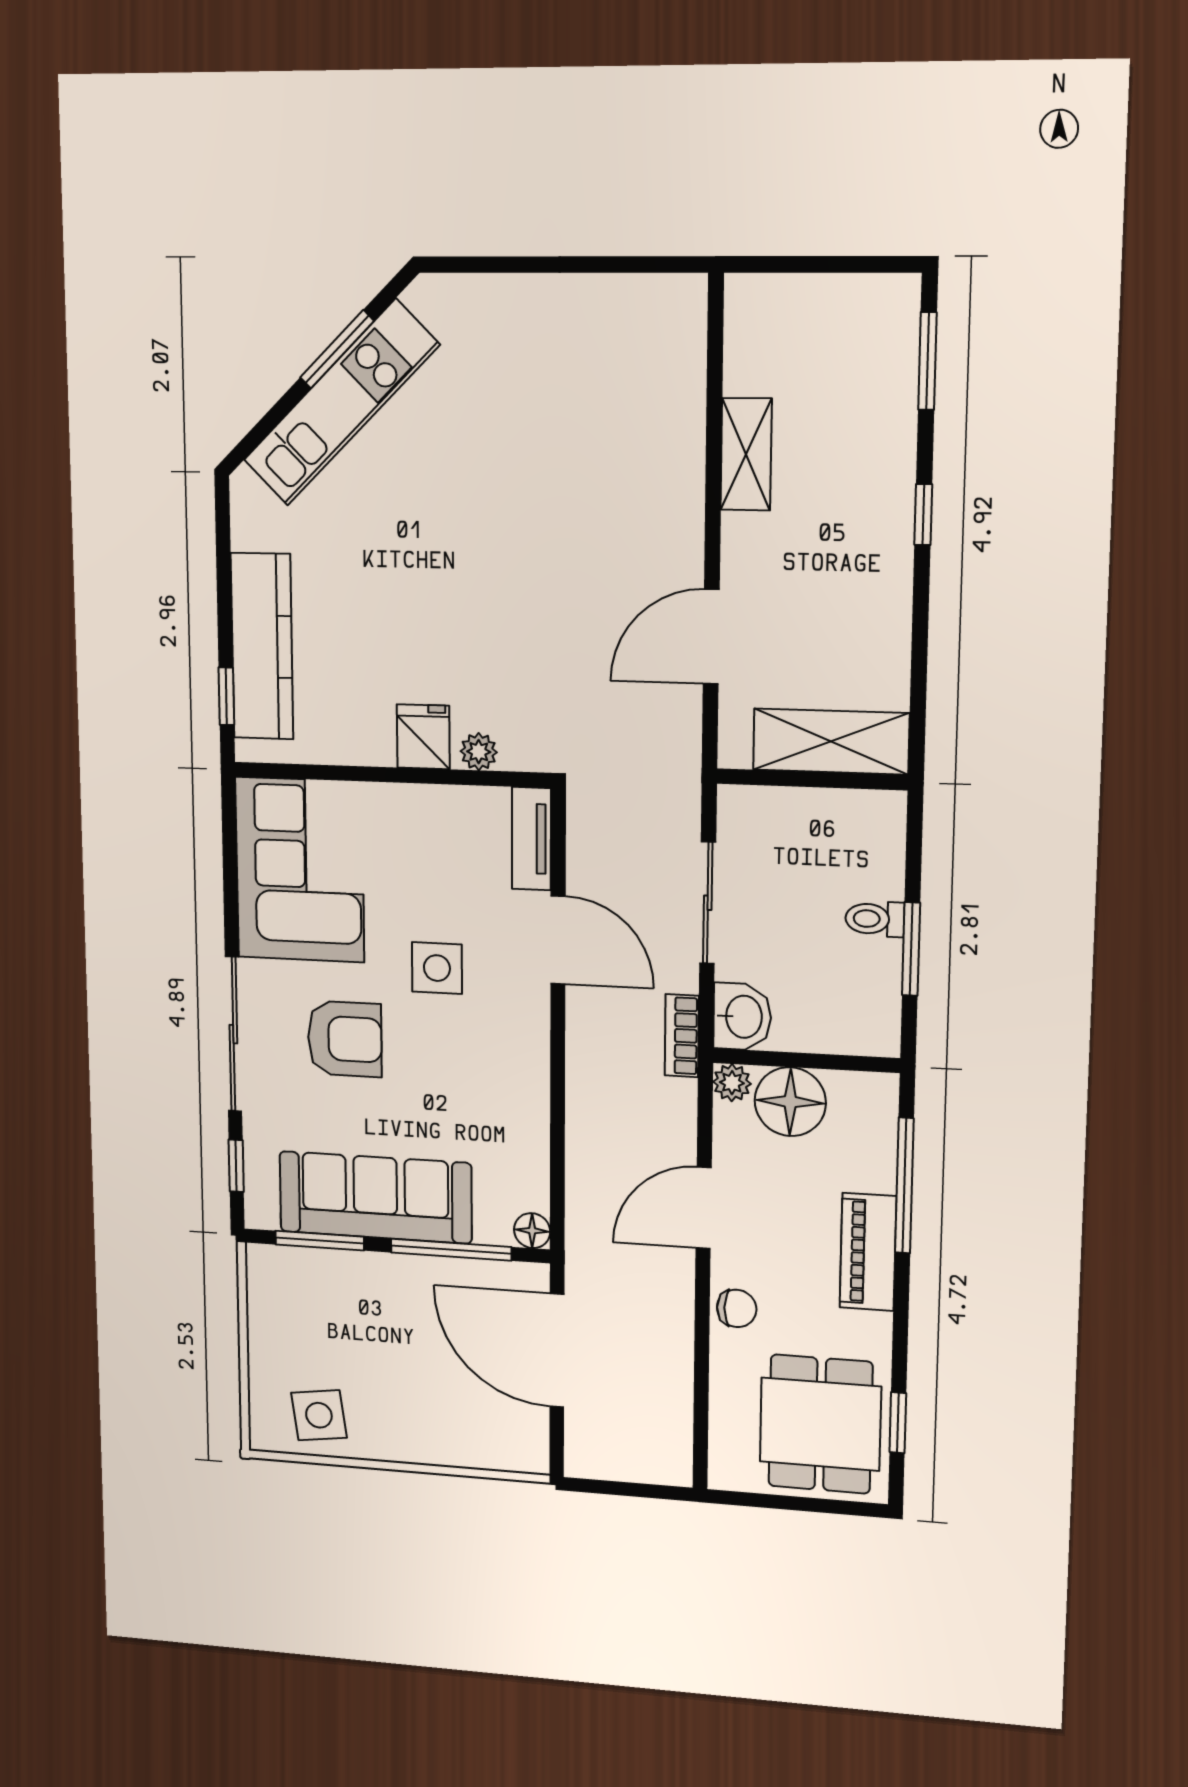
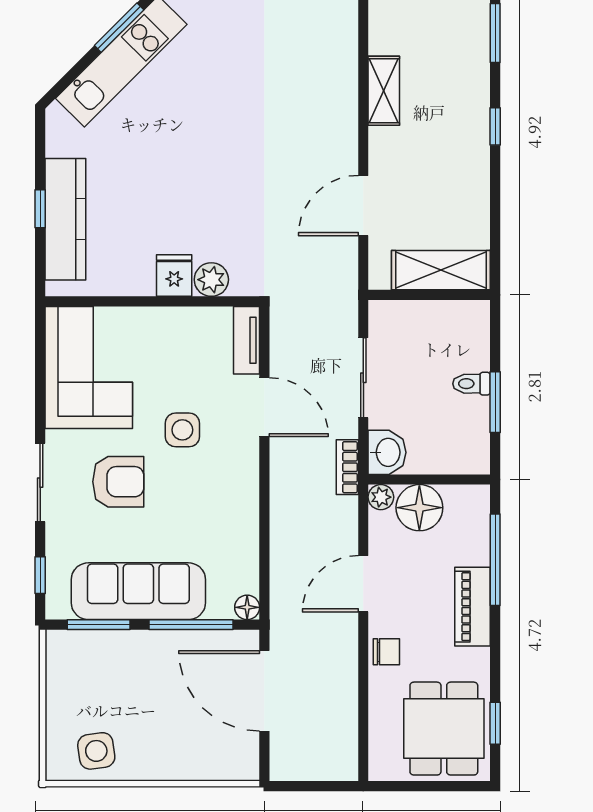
window: (226, 696) -> (40, 209), moved
plant: (479, 752) -> (211, 280), width x1.38, depth x1.38
sliding door: (233, 1034) -> (40, 483), width x0.73

